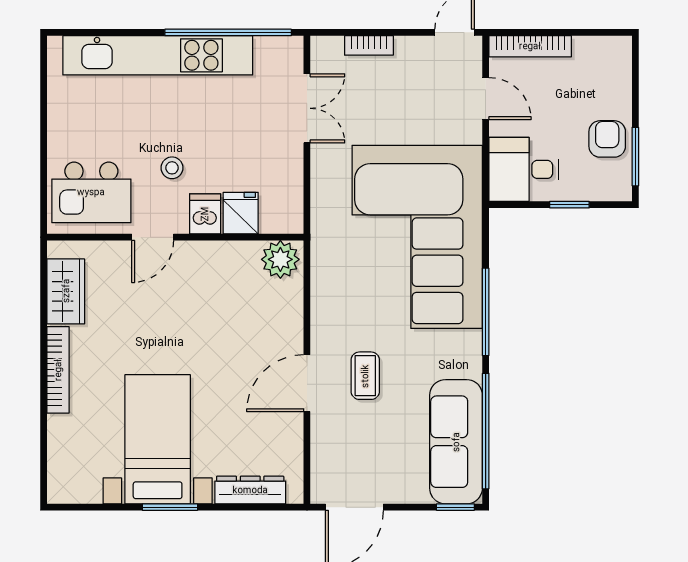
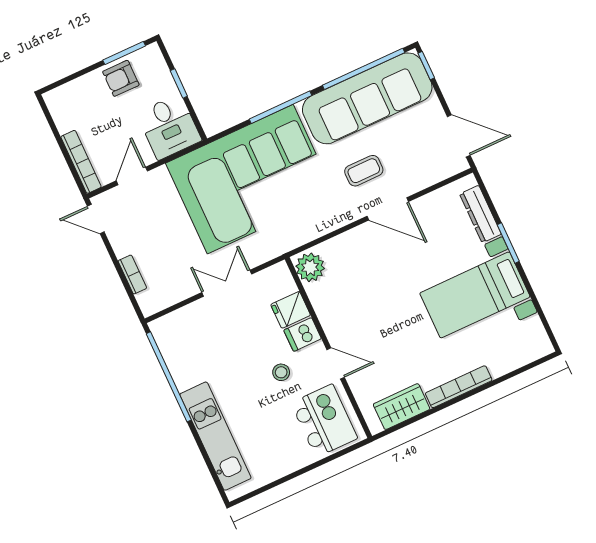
kitchen unit: (158, 55) -> (215, 436), width x0.73
double door: (307, 108) -> (227, 283), moved
sofa: (456, 442) -> (367, 98), width x1.36, depth x1.27
window: (170, 507) -> (508, 243), moved

